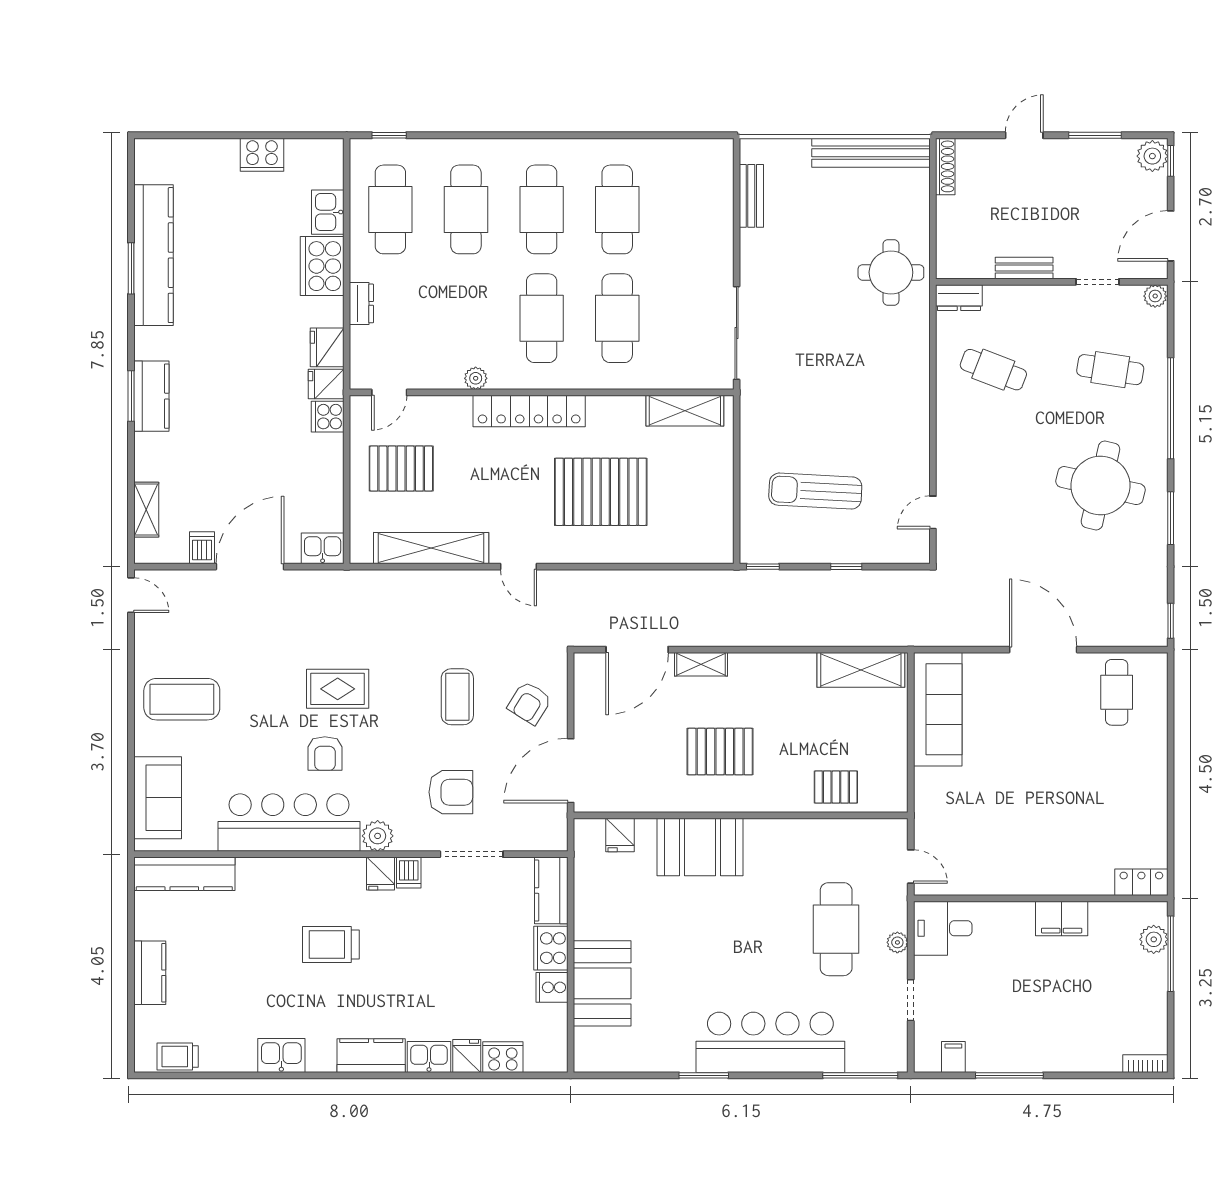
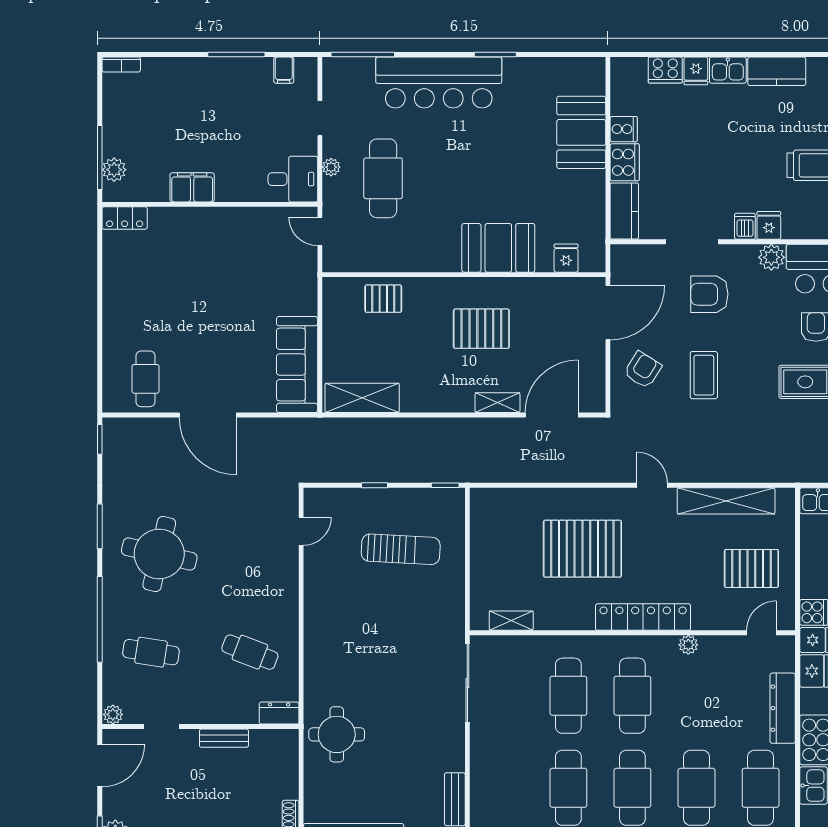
dresser: (361, 303) -> (783, 708), width x1.96, depth x1.24
shelving: (685, 411) -> (511, 621), width x0.67, depth x0.75

